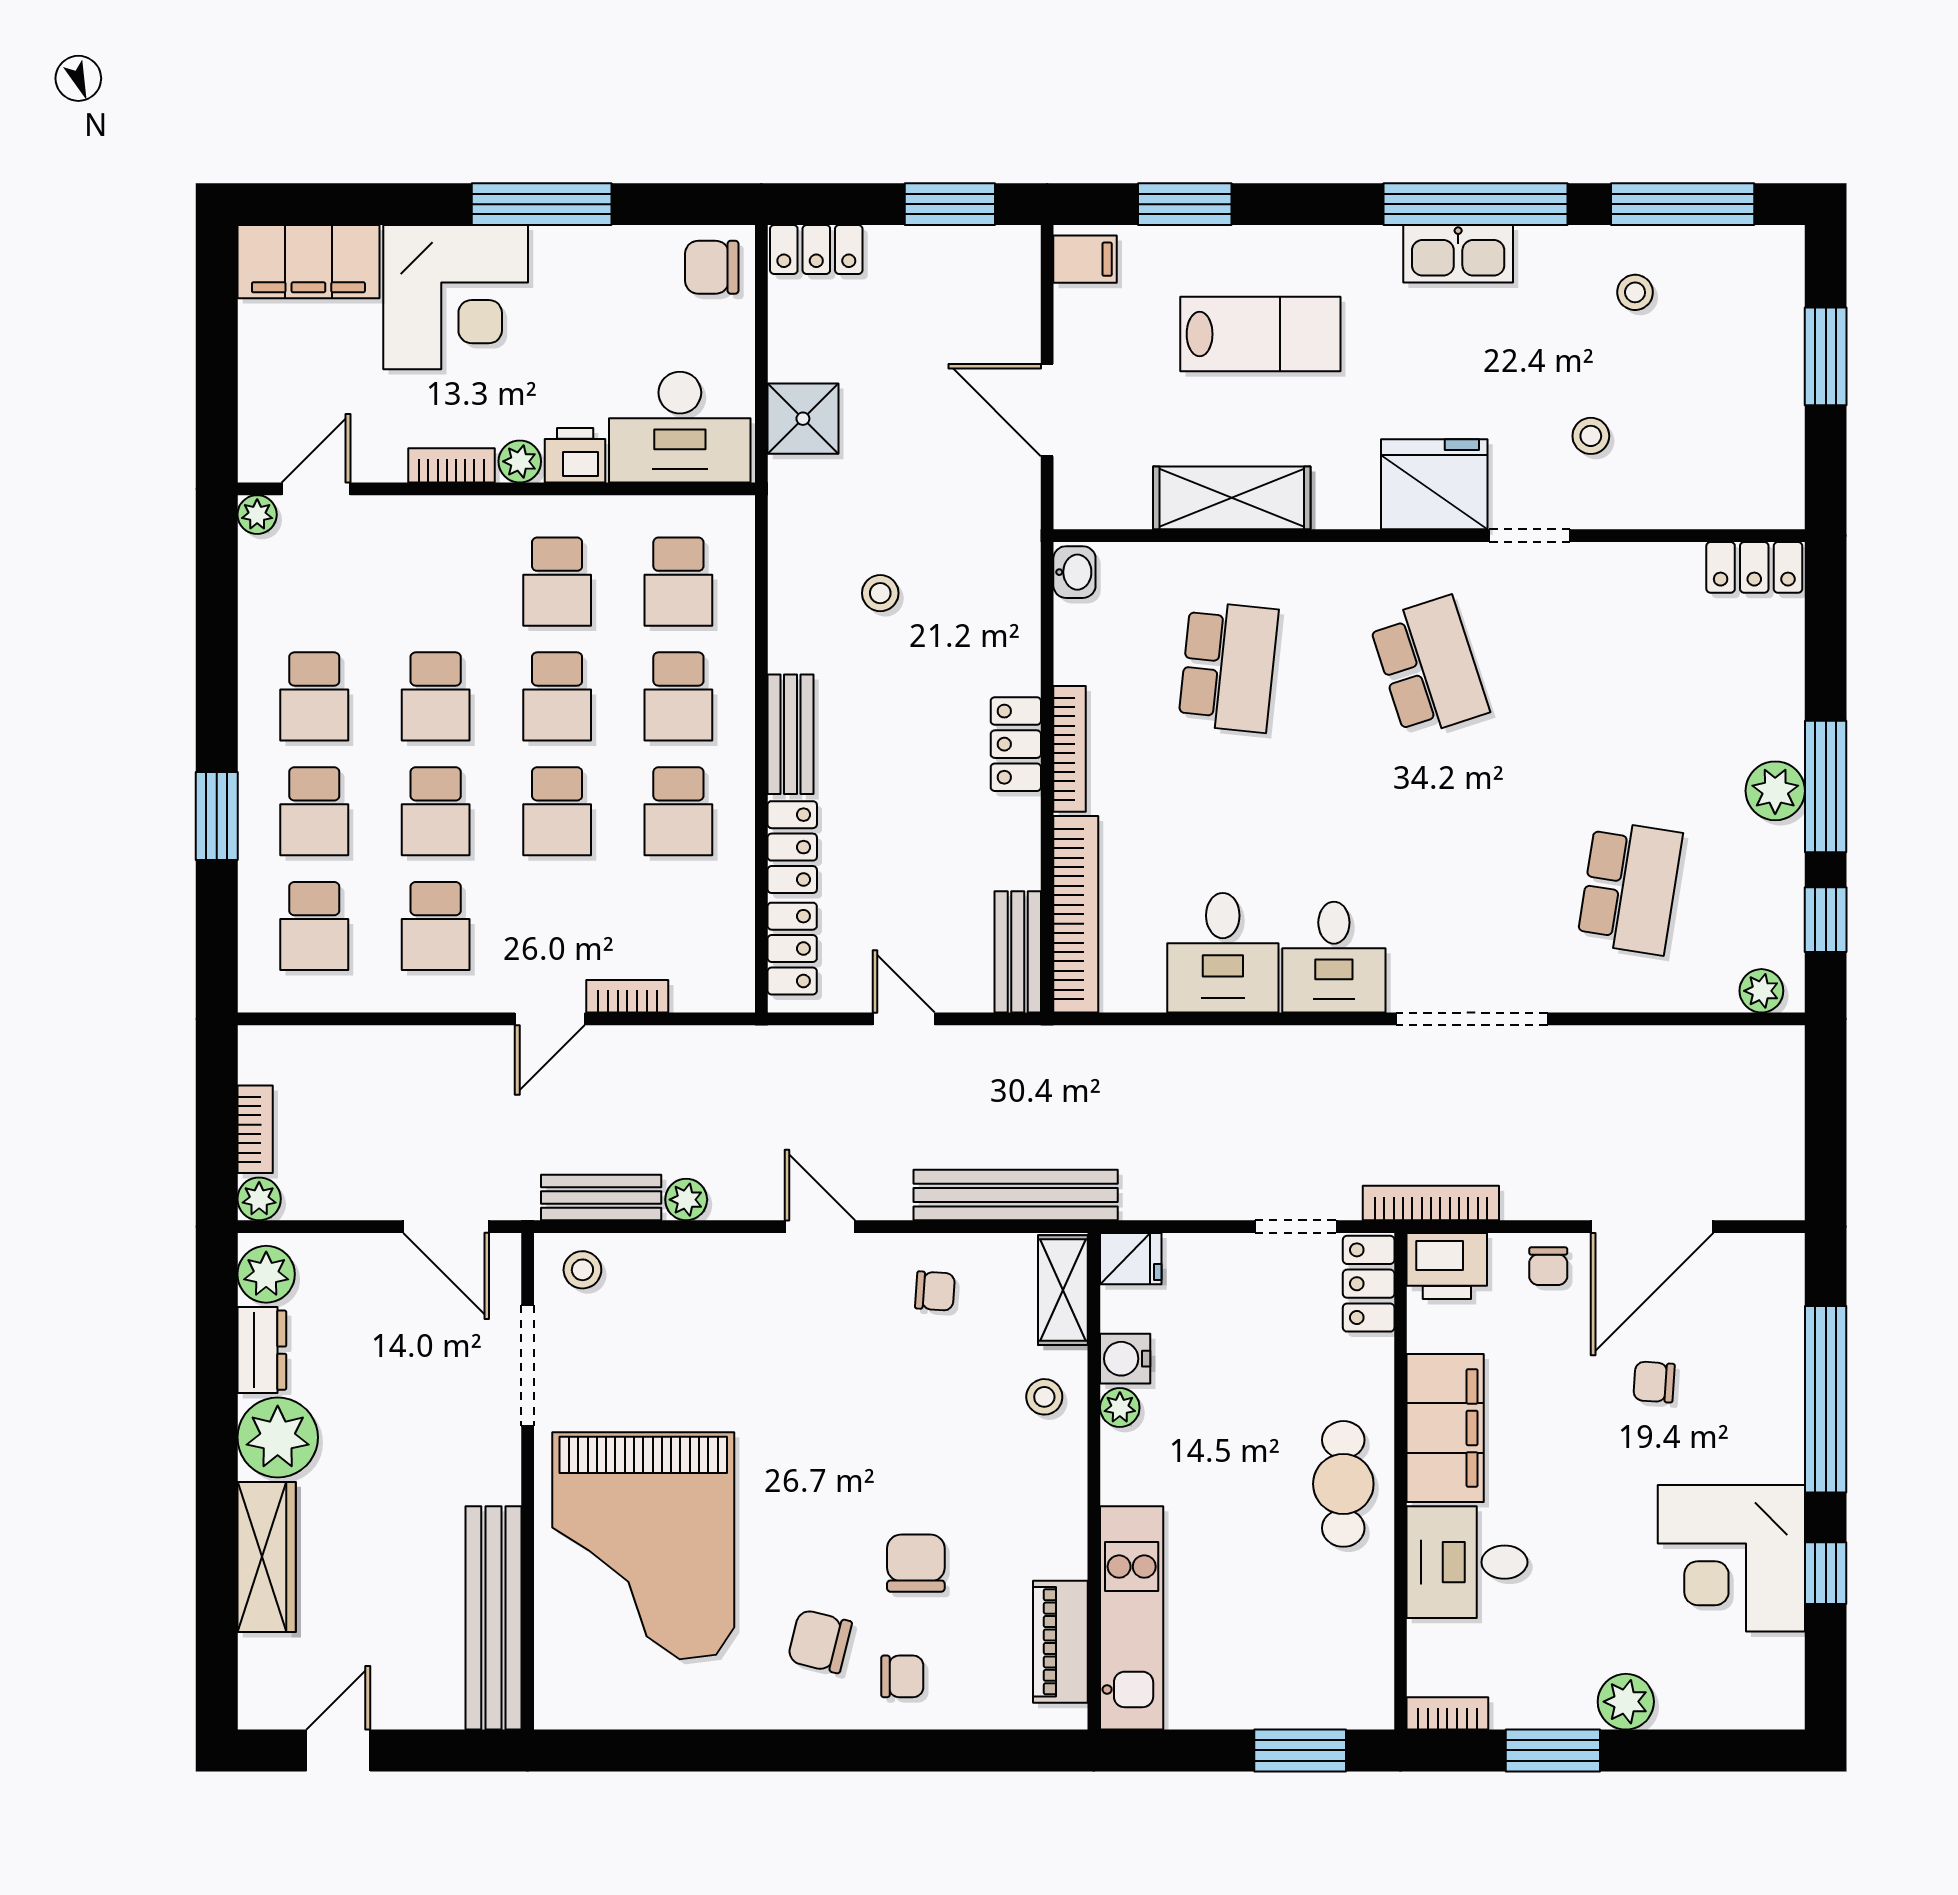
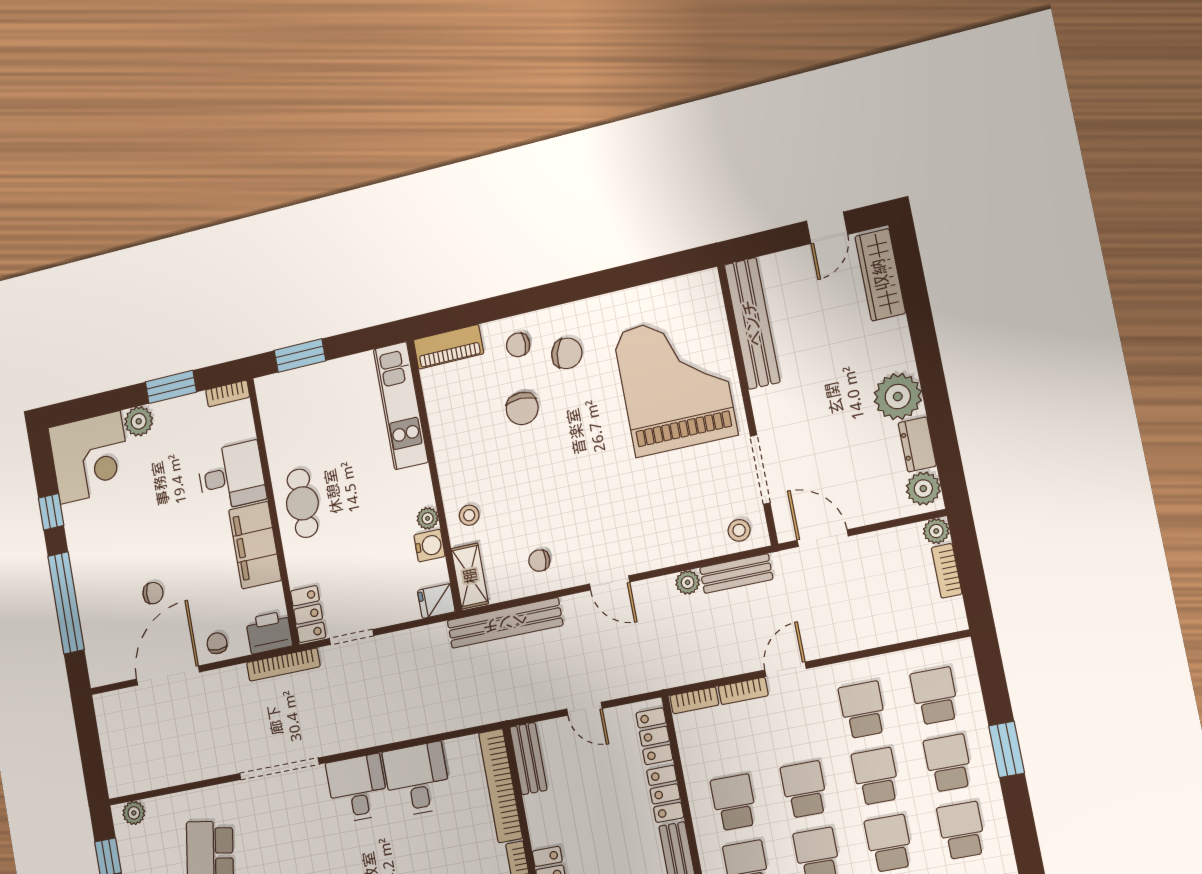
bookcase: (713, 996) -> (694, 700), added
wardrobe: (267, 1557) -> (880, 275), moved
corner desk: (1731, 1558) -> (90, 458), moved, turned 90
piano: (1060, 1642) -> (448, 347), moved, turned 90

